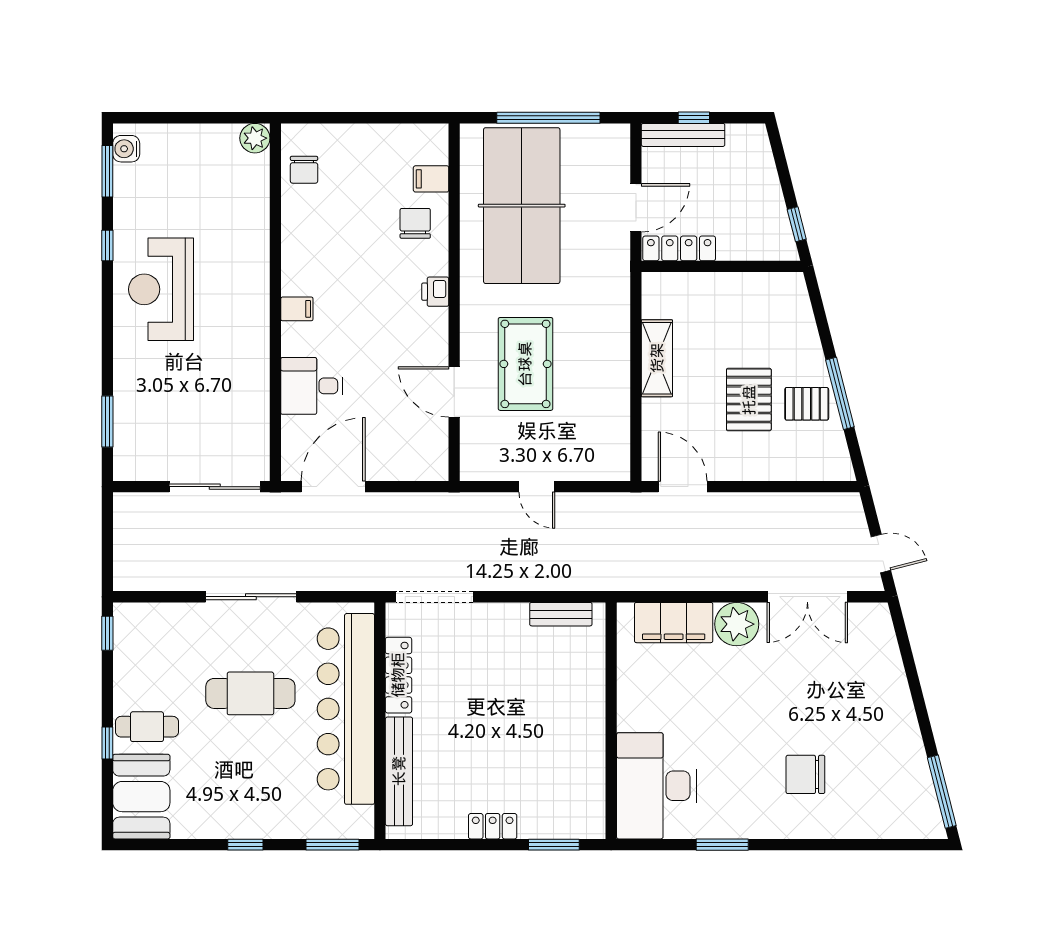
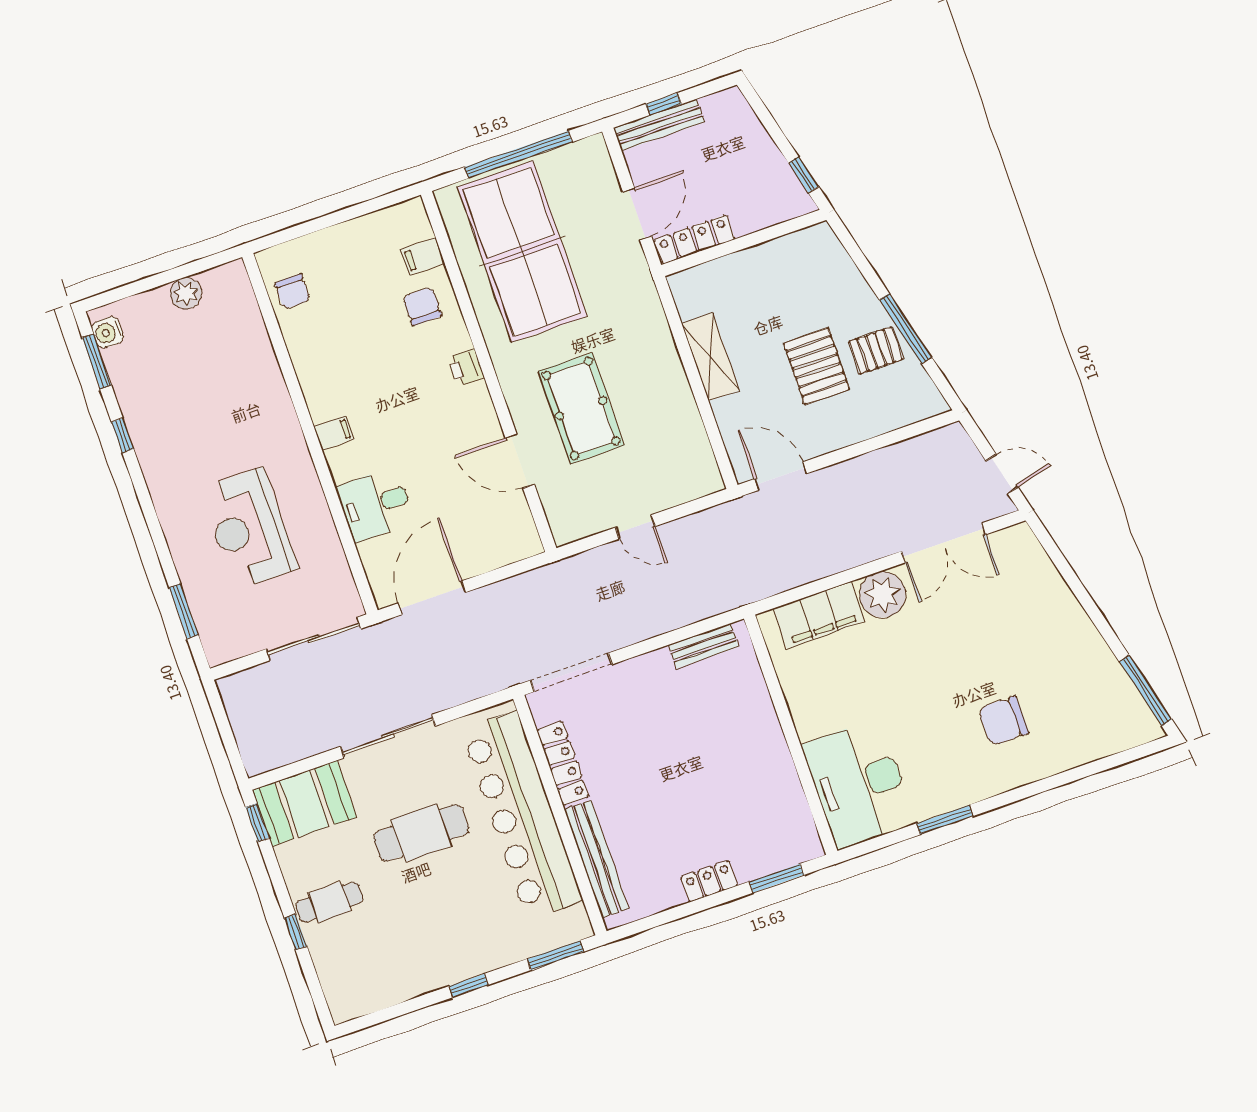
plant: (255, 138) -> (186, 293), moved
reception desk: (161, 289) -> (249, 529), moved
booth: (141, 797) -> (304, 803), moved, turned 90

